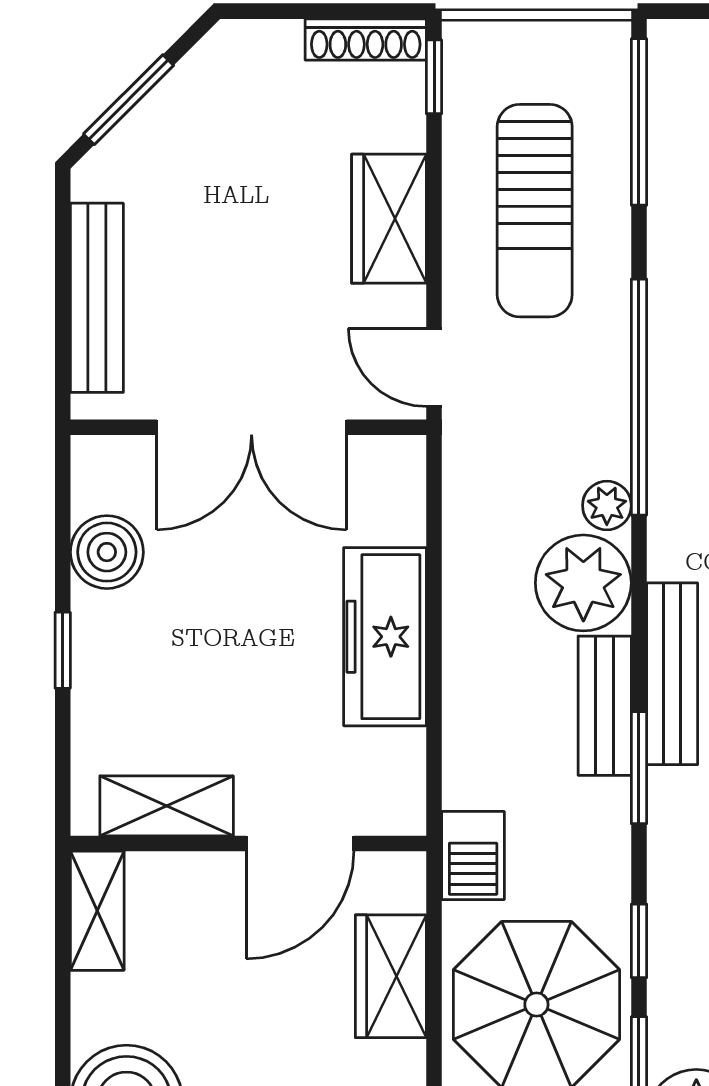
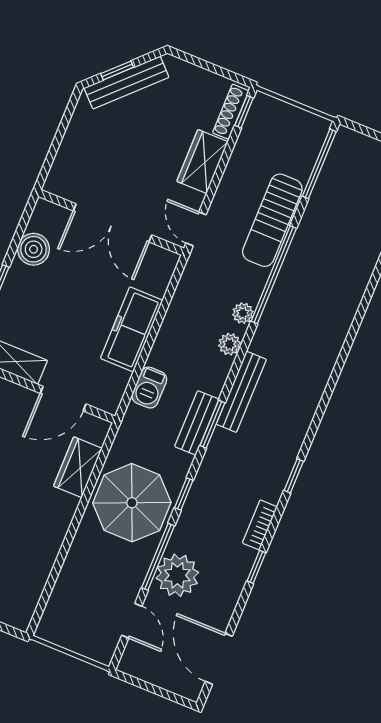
shoe rack: (366, 39) -> (231, 112), moved, turned 90
window: (129, 100) -> (117, 70), width x0.67
sun lounger: (535, 211) -> (272, 220), moved
bench: (97, 298) -> (127, 83), moved, turned 45
plant: (583, 583) -> (230, 344), width x0.53, depth x0.53
bench: (605, 706) -> (197, 423), moved
barbecue: (473, 855) -> (149, 388), moved

